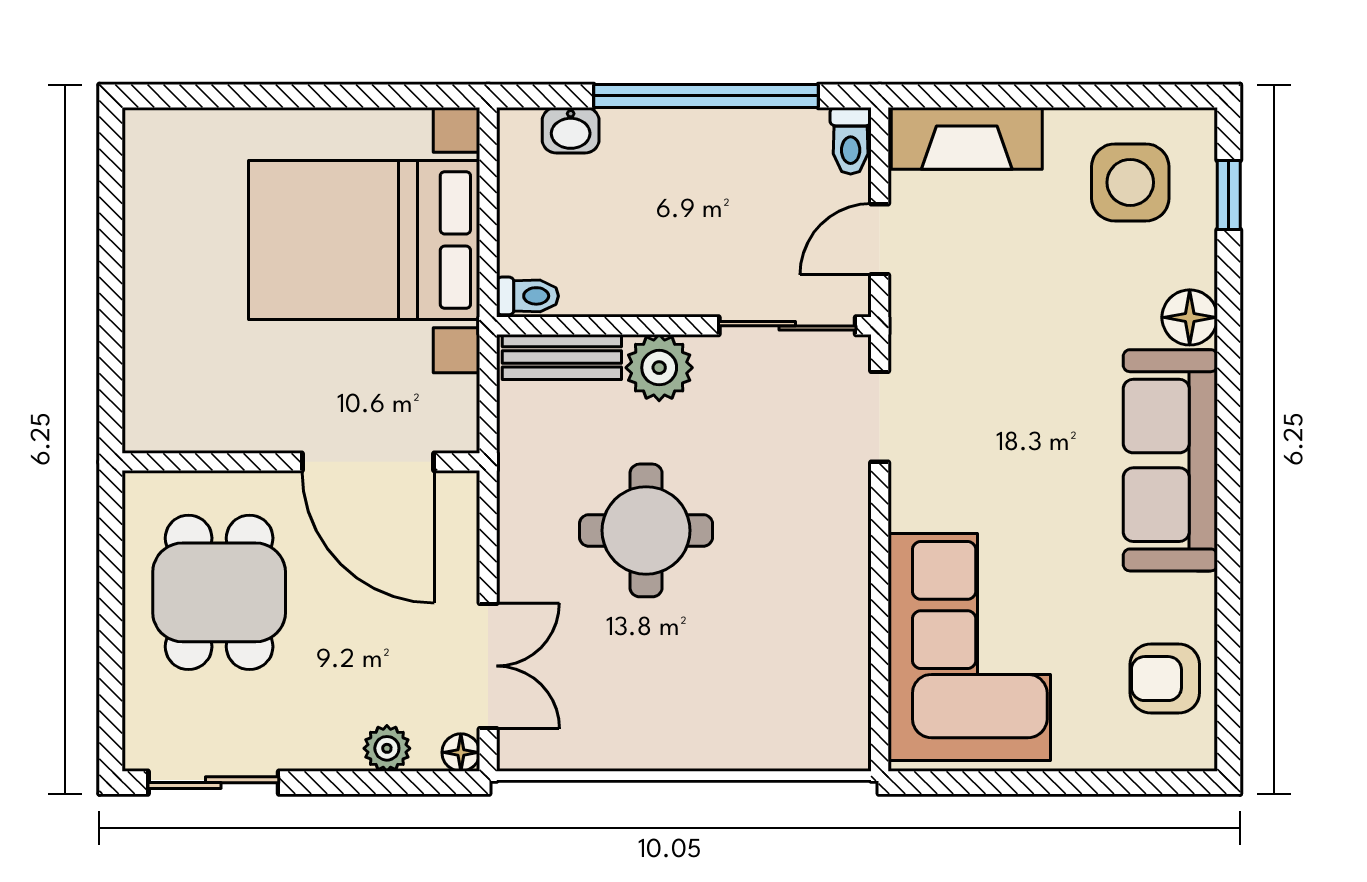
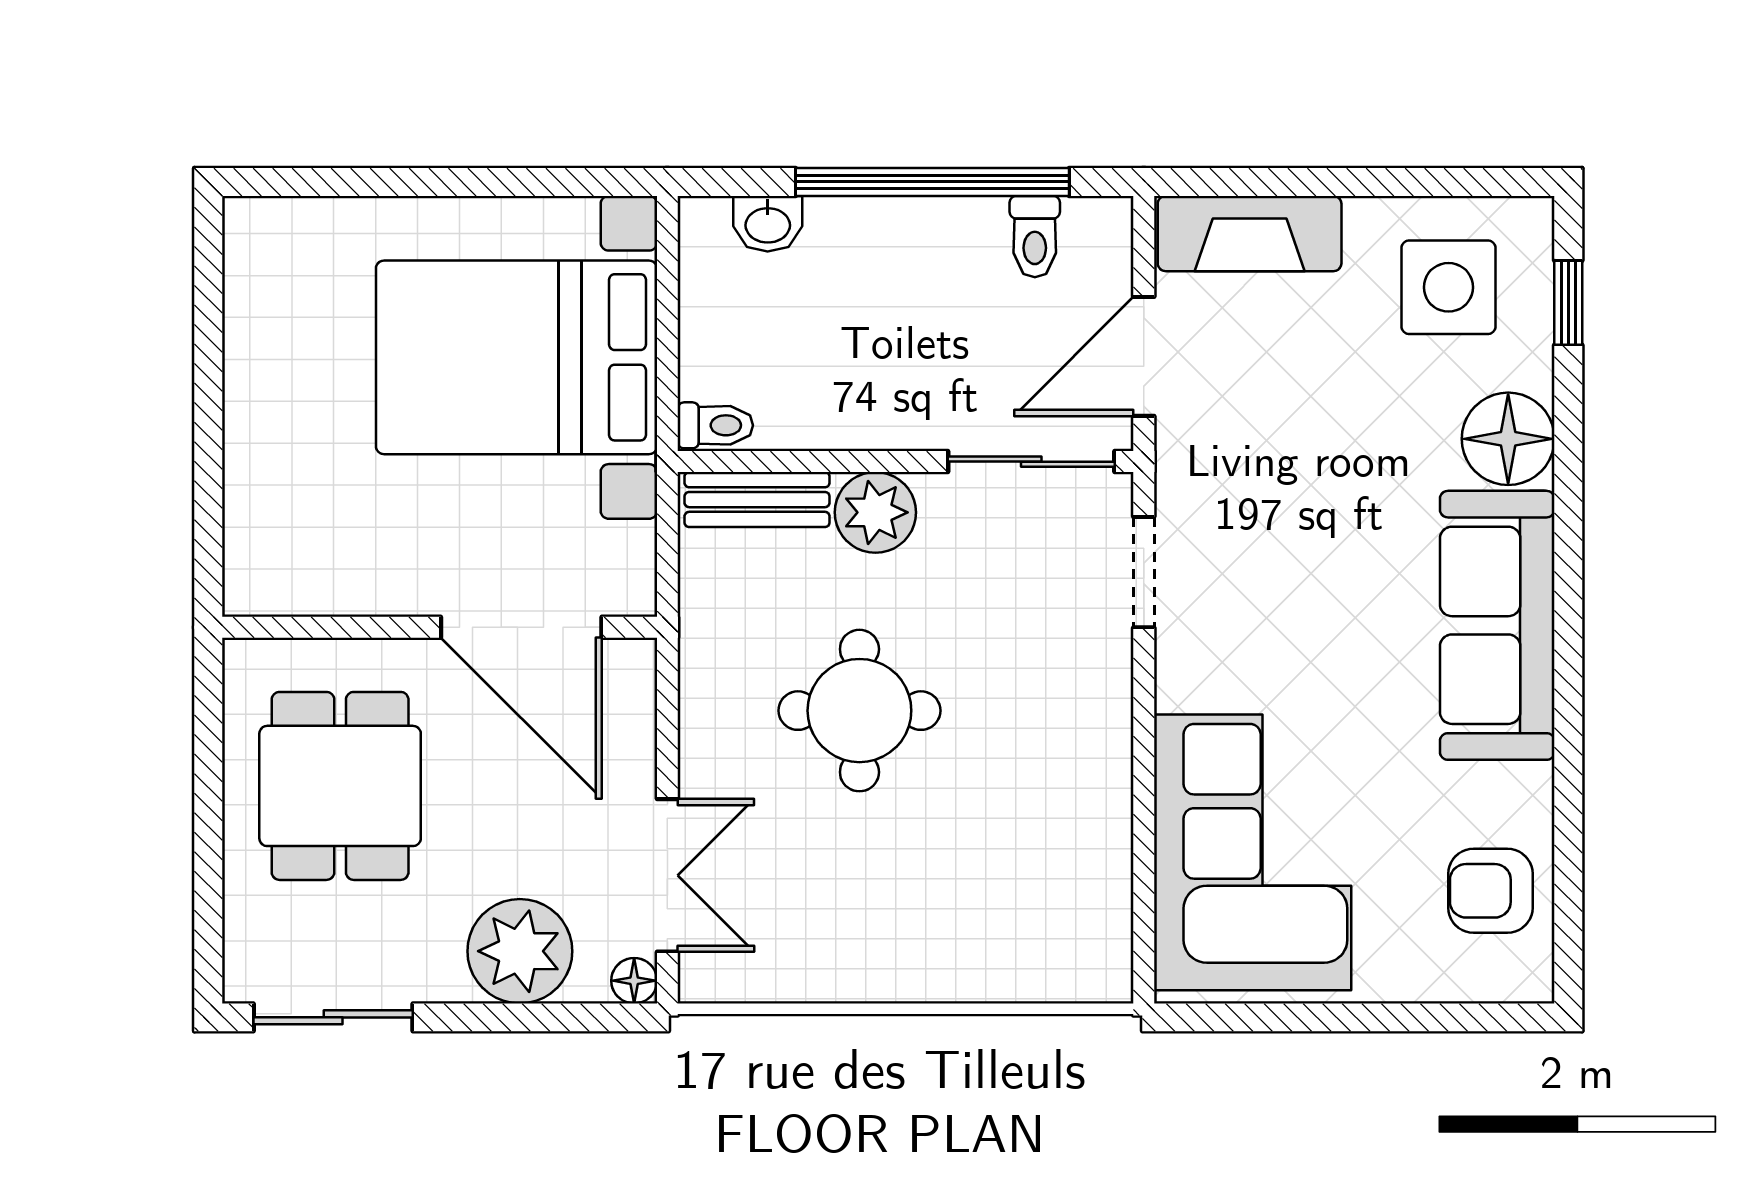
toilet: (851, 141) -> (1035, 237), moved
door: (880, 239) -> (1144, 356), width x1.38
floor lamp: (1190, 317) -> (1508, 439), width x1.38, depth x1.38
plant: (387, 748) -> (520, 951), width x1.87, depth x1.87

